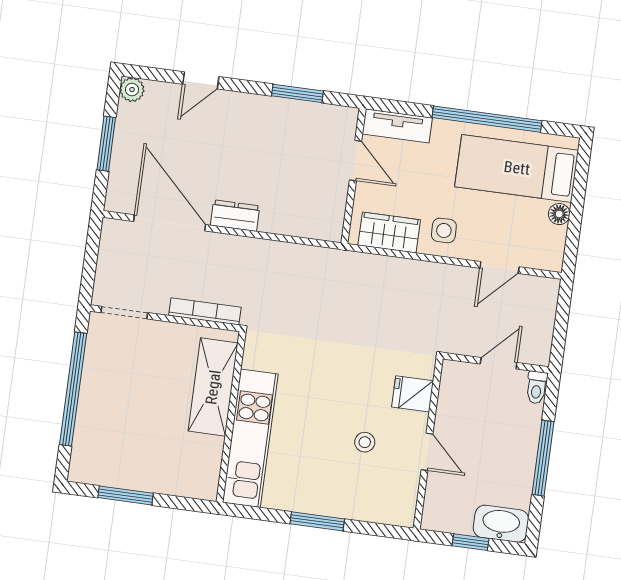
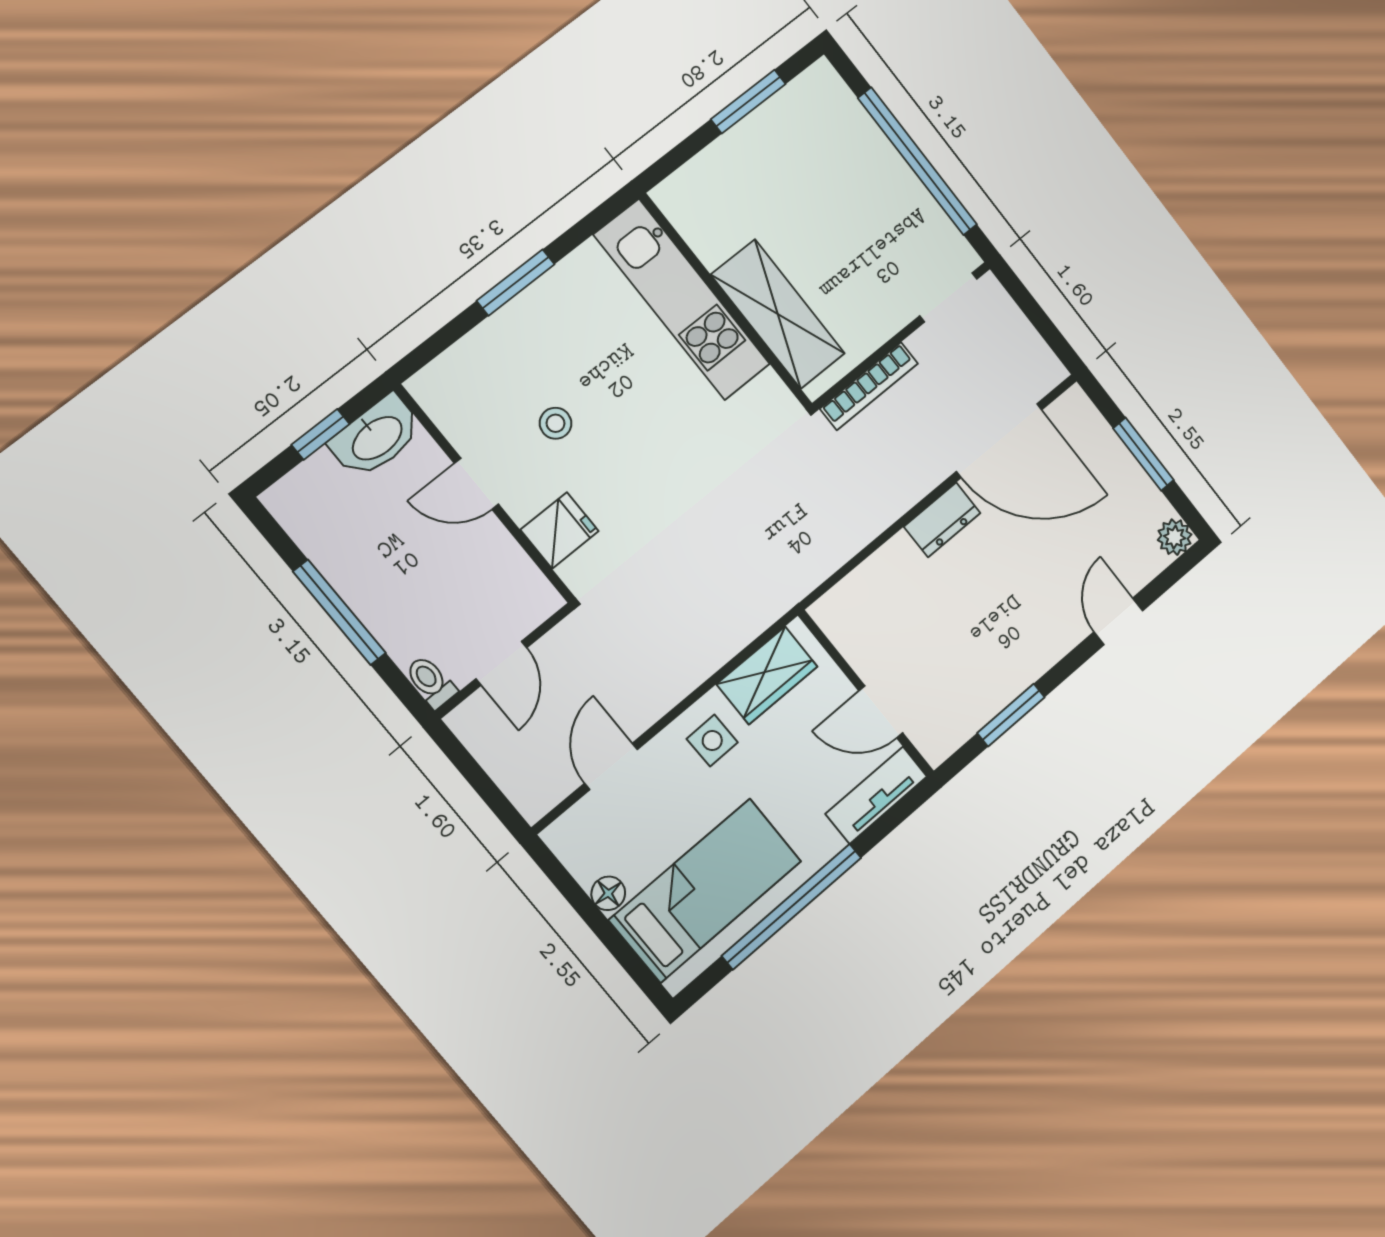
washbasin: (501, 524) -> (376, 437), moved

